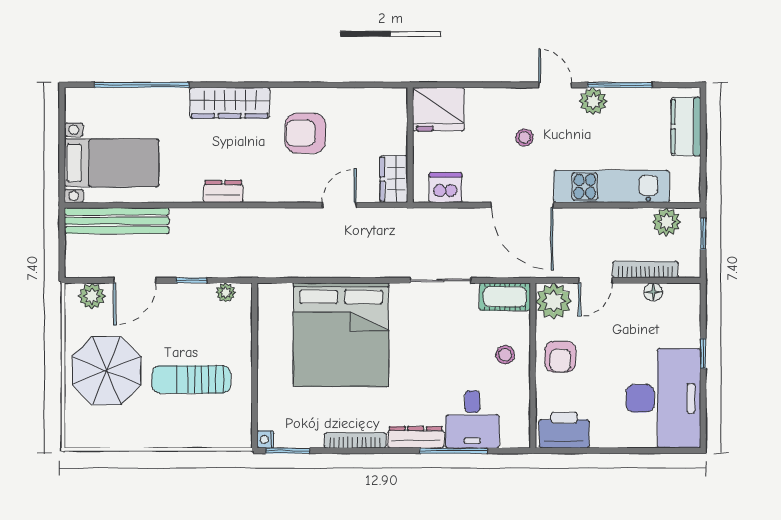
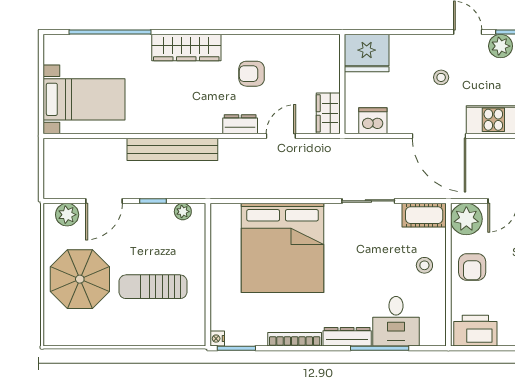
armchair: (305, 133) -> (252, 74), width x0.72, depth x0.72
dresser: (223, 192) -> (240, 124), moved
bench: (117, 221) -> (172, 149), moved

